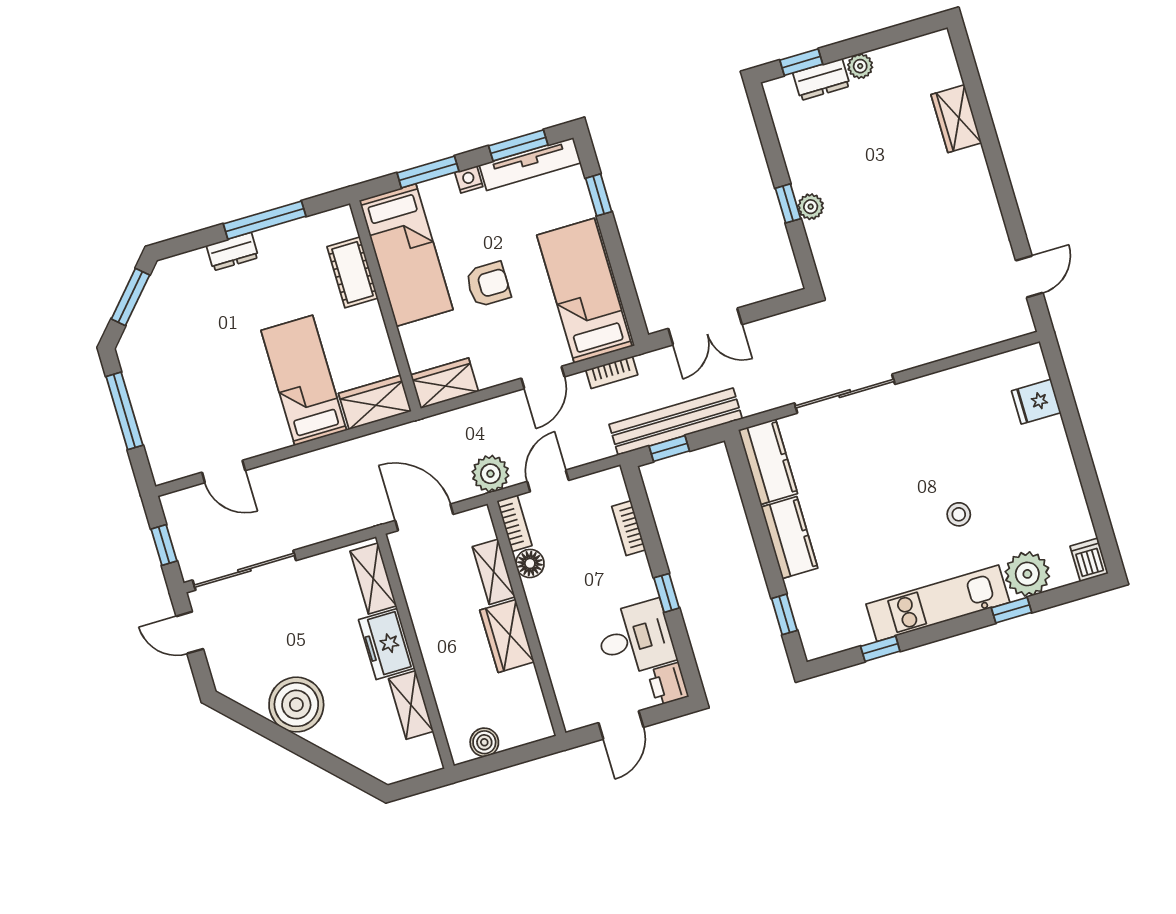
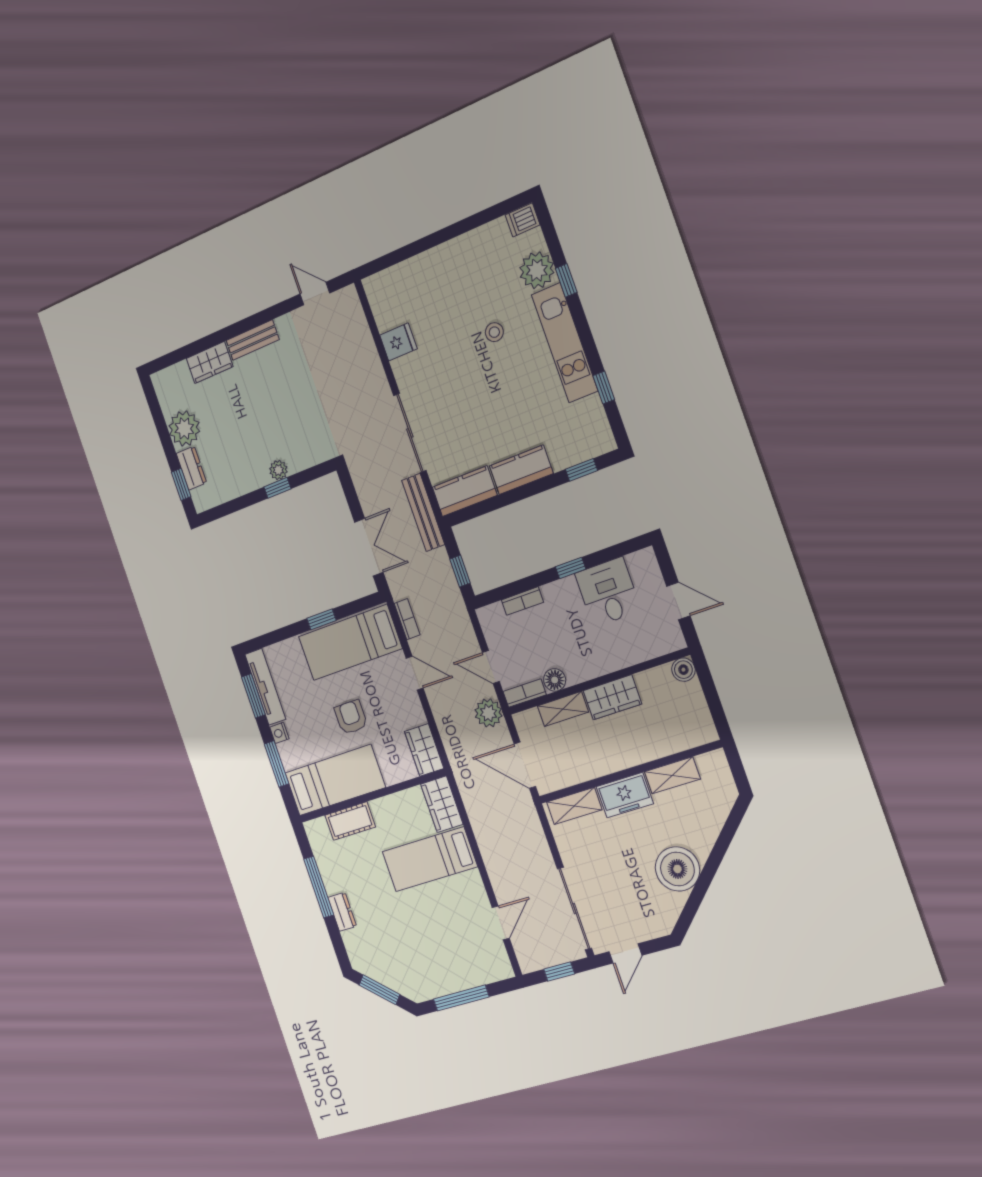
plant: (860, 66) -> (184, 428), width x1.88, depth x1.88
bench: (979, 184) -> (253, 340), added
window: (599, 195) -> (321, 619), moved
fridge: (1036, 402) -> (398, 342), moved, turned -90
bench: (676, 422) -> (423, 512), moved, width x0.73, depth x0.82
door: (424, 517) -> (525, 765), hinge flipped
printer: (668, 684) -> (643, 563), removed
boiler: (484, 742) -> (683, 670), moved

